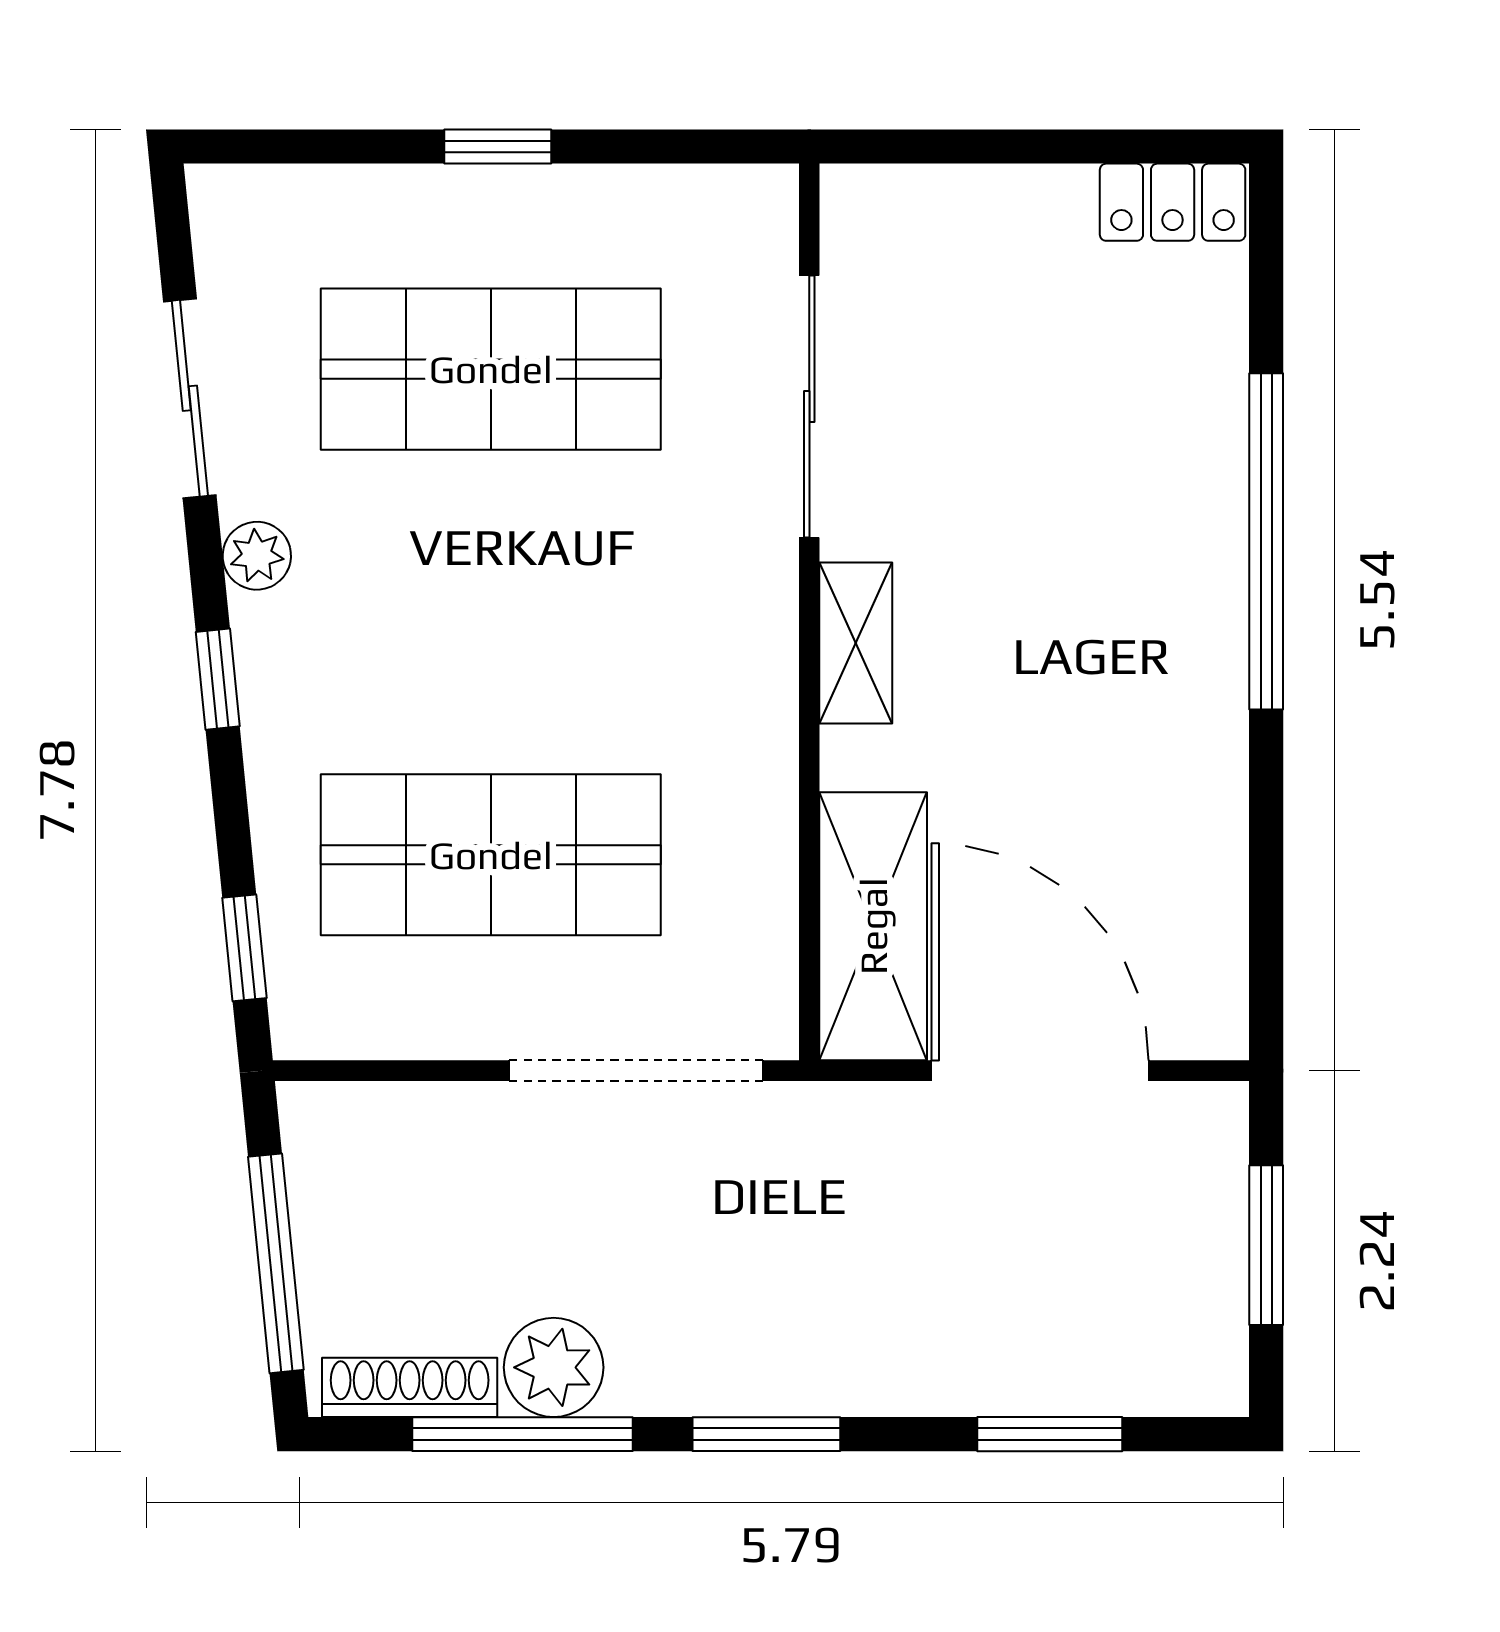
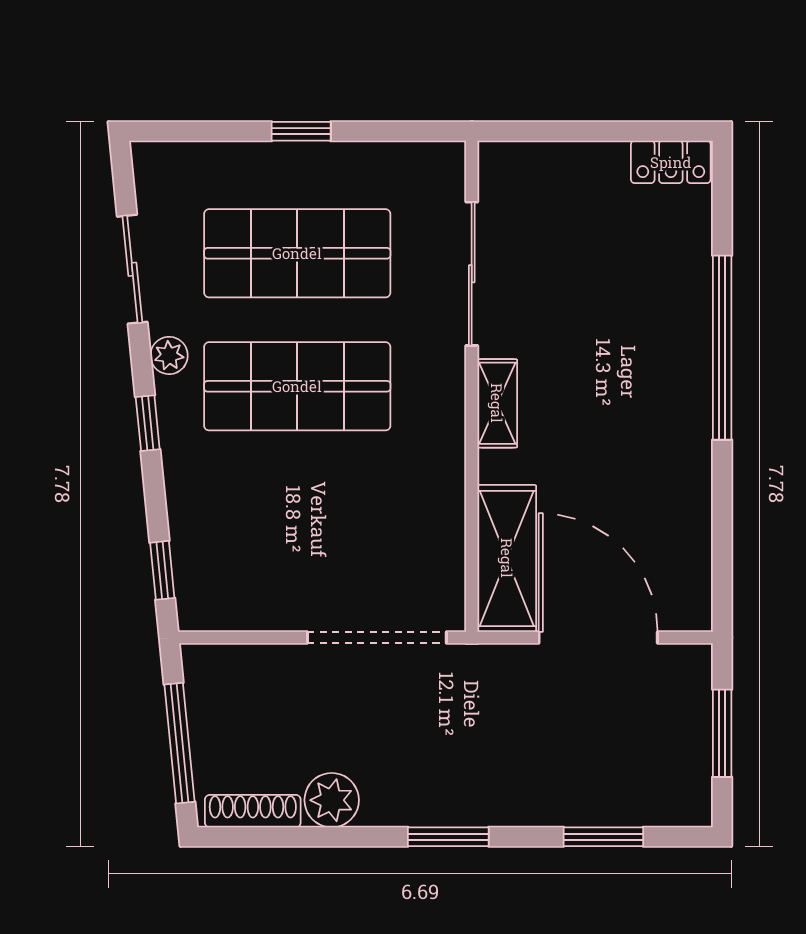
shop shelf: (491, 855) -> (297, 386), moved
window: (522, 1434) -> (315, 837), removed

